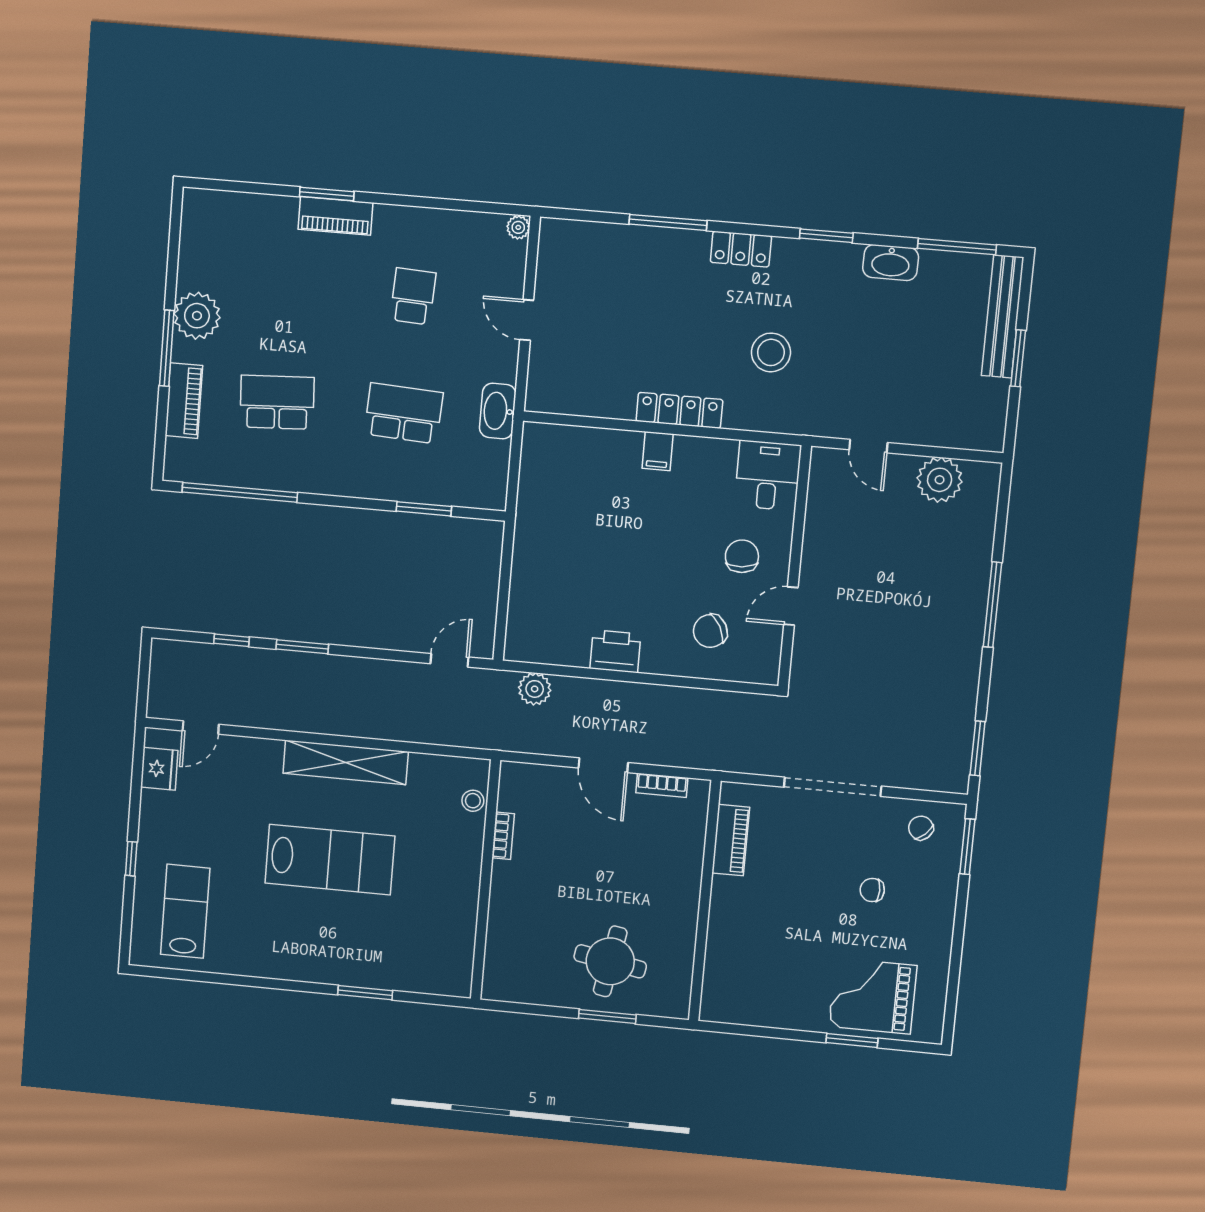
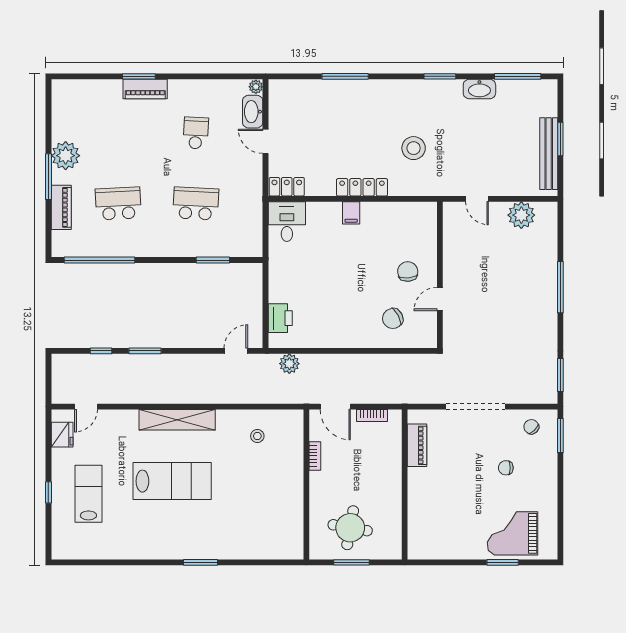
locker: (741, 249) -> (287, 187), moved, turned 180
bench: (1003, 316) -> (549, 154), moved
washbasin: (498, 411) -> (253, 112), moved
desk: (768, 475) -> (287, 222), moved
printer: (615, 651) -> (280, 318), moved, turned 90
bookcase: (503, 836) -> (315, 456), moved
wall: (486, 880) -> (306, 484), moved
lab bench: (185, 911) -> (88, 494), moved

